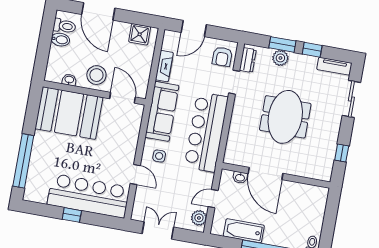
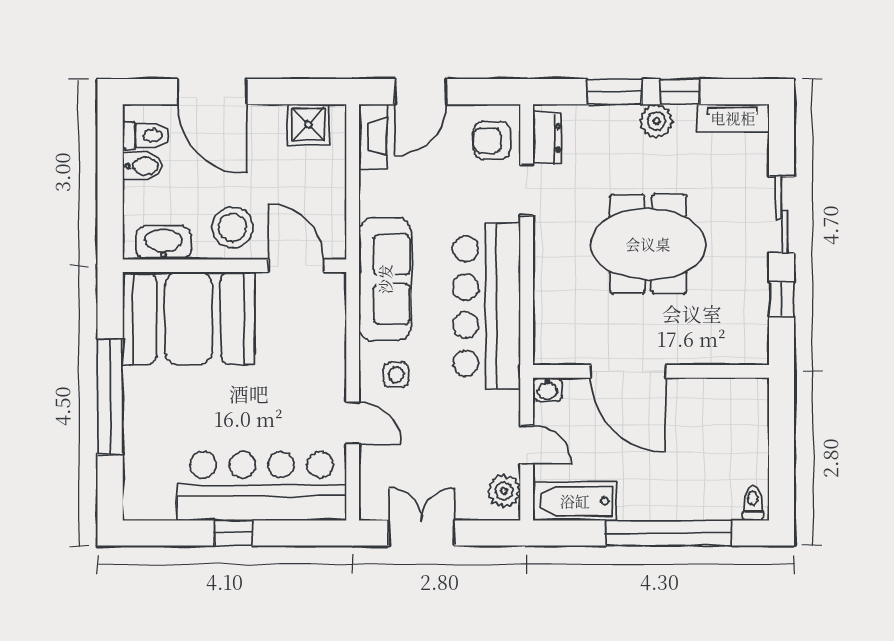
armchair: (222, 57) -> (492, 140), turned 90
plant: (280, 58) -> (656, 121), moved
fireplace: (164, 66) -> (373, 137), moved
washbasin: (69, 80) -> (163, 243), width x1.91, depth x1.45
sliding door: (351, 99) -> (782, 215), moved
meeting table: (285, 117) -> (648, 244), turned 90
window: (23, 161) -> (110, 397), moved
washbasin: (240, 177) -> (548, 389), moved
door: (213, 199) -> (527, 445), swing flipped
bathtub: (244, 231) -> (575, 501), moved

